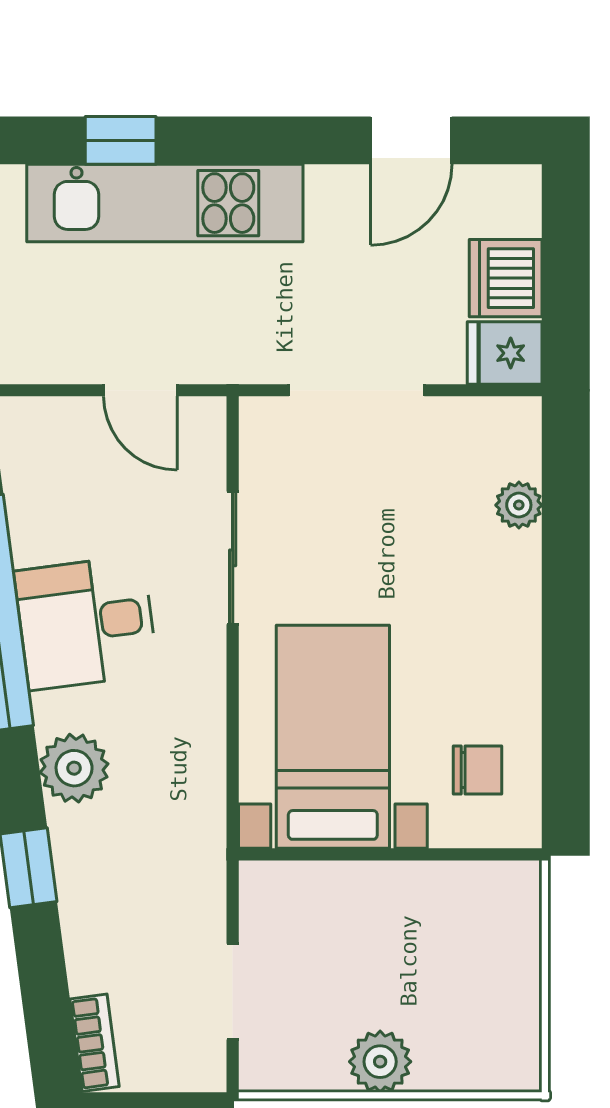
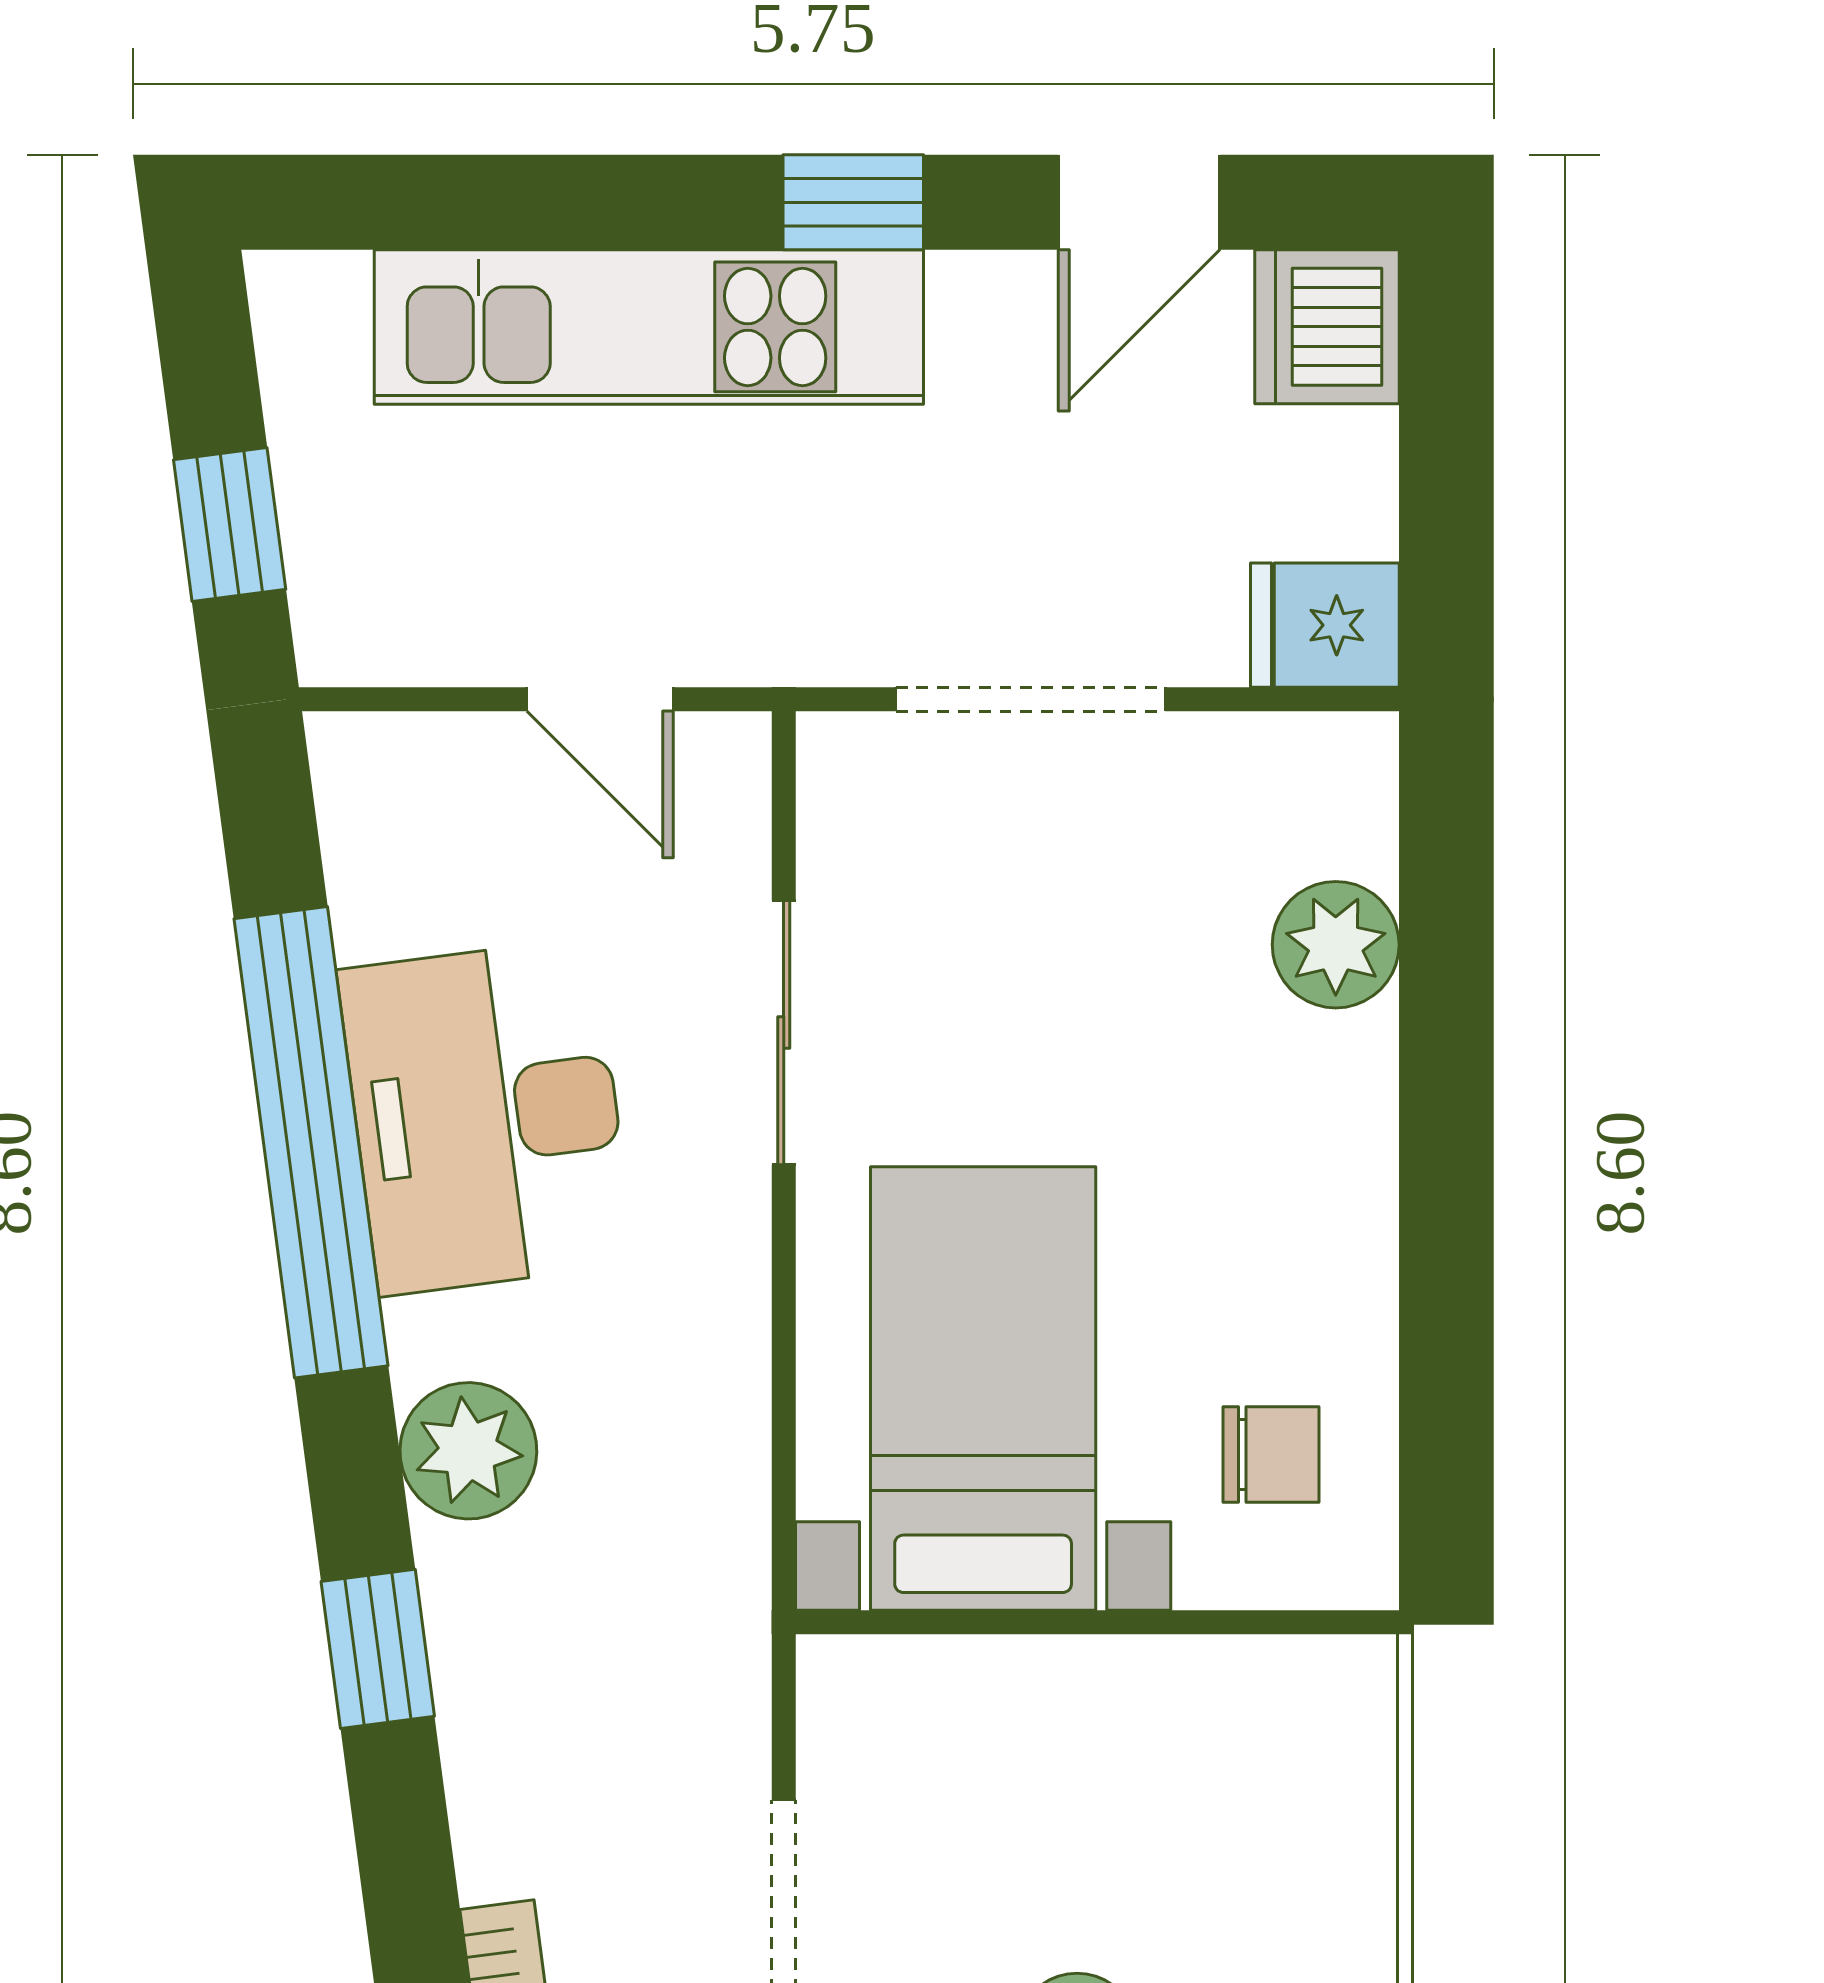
window: (121, 140) -> (853, 202), moved
dishwasher: (506, 278) -> (1327, 327), moved
plant: (519, 505) -> (1336, 945), width x1.38, depth x1.38
desk: (86, 623) -> (486, 1117), width x1.37

